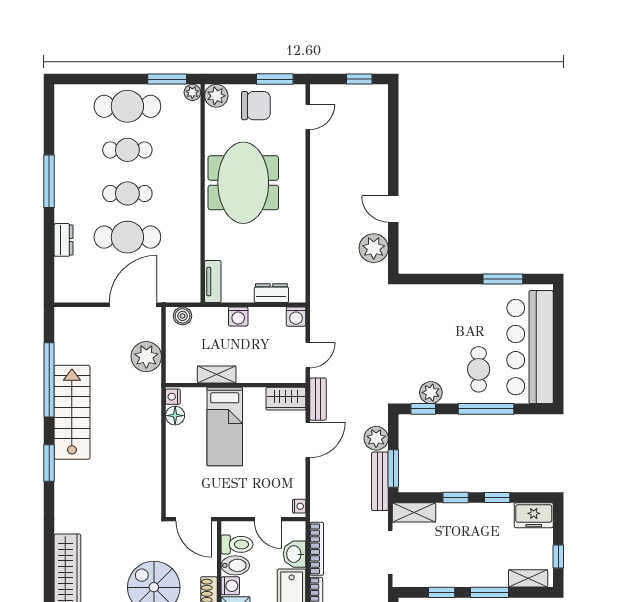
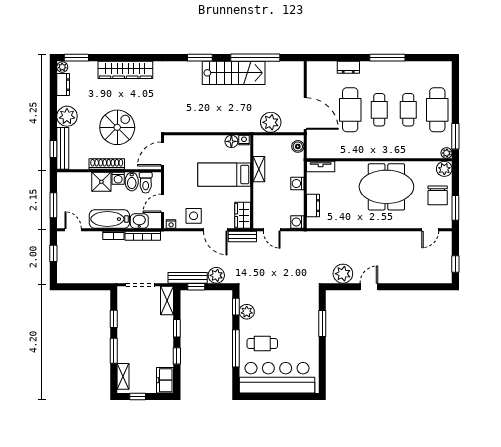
door: (308, 117) -> (430, 230), hinge flipped
window: (503, 279) -> (322, 324), moved
window: (393, 468) -> (196, 287), width x0.67
side table: (287, 472) -> (194, 216), added

